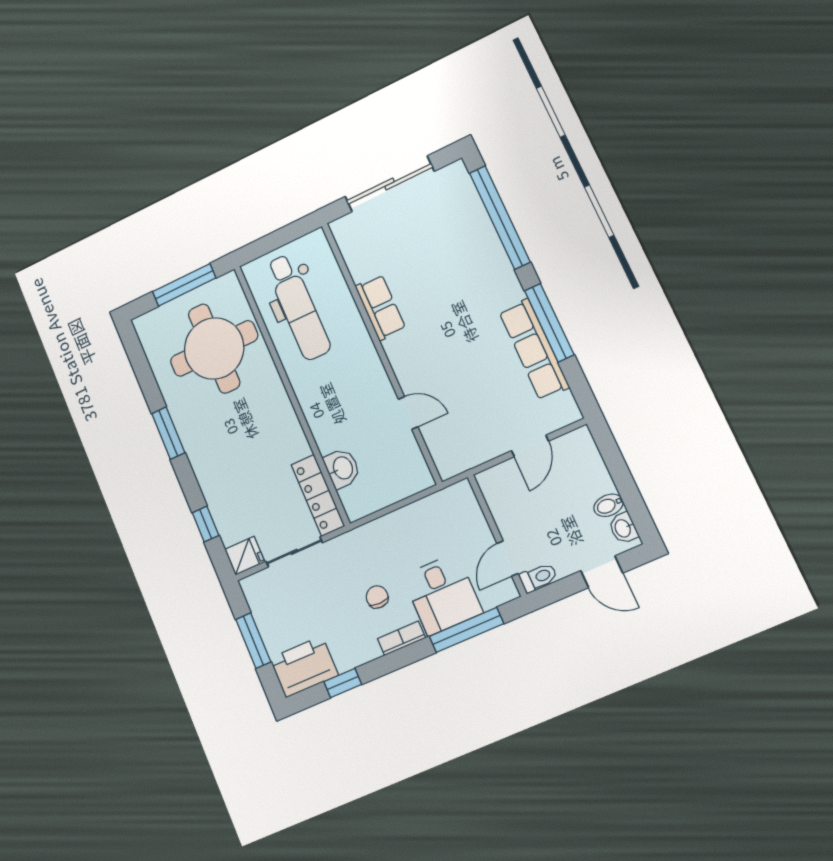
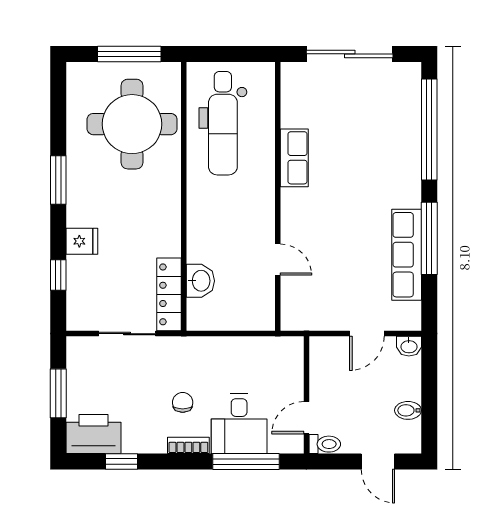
washbasin: (623, 528) -> (409, 346), moved, turned -90
fridge: (245, 556) -> (82, 241), moved

